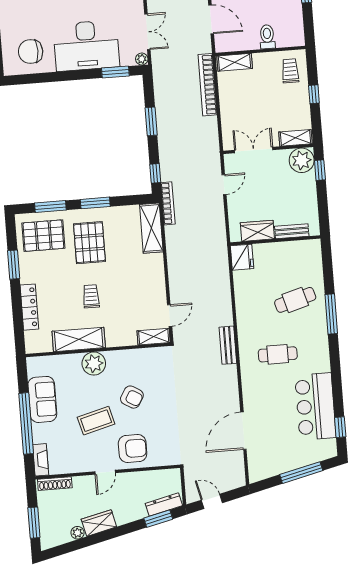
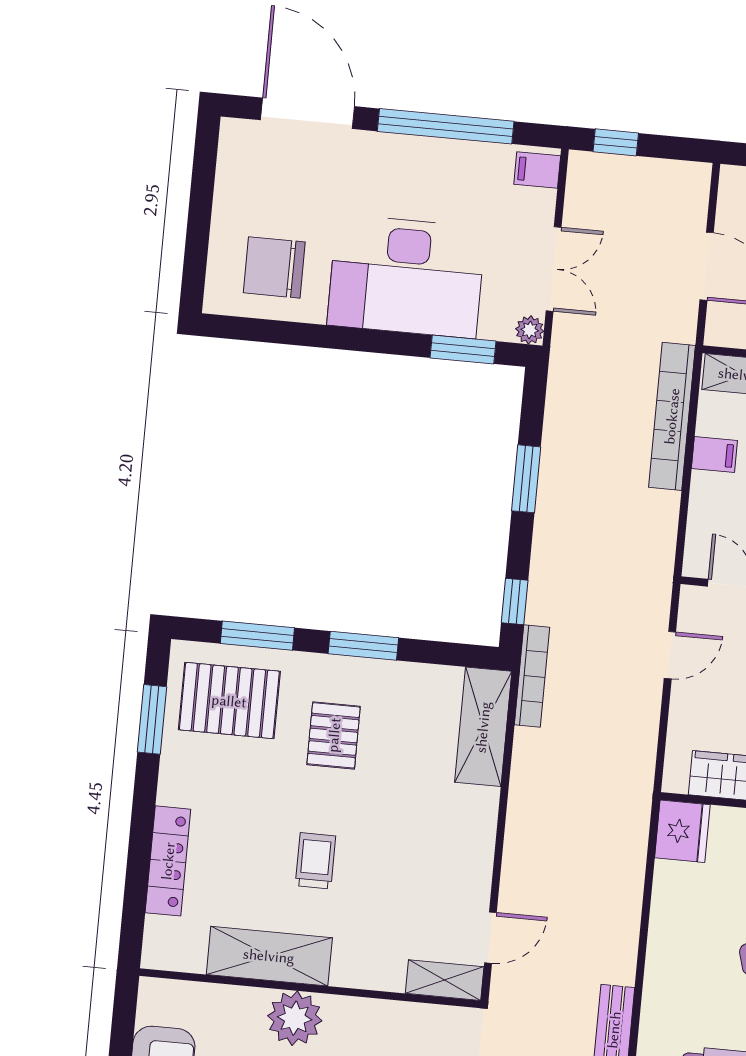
filing cabinet: (228, 98) -> (714, 454), added
pallet: (89, 243) -> (334, 735), width x0.67, depth x0.71
window: (14, 265) -> (152, 719), moved

